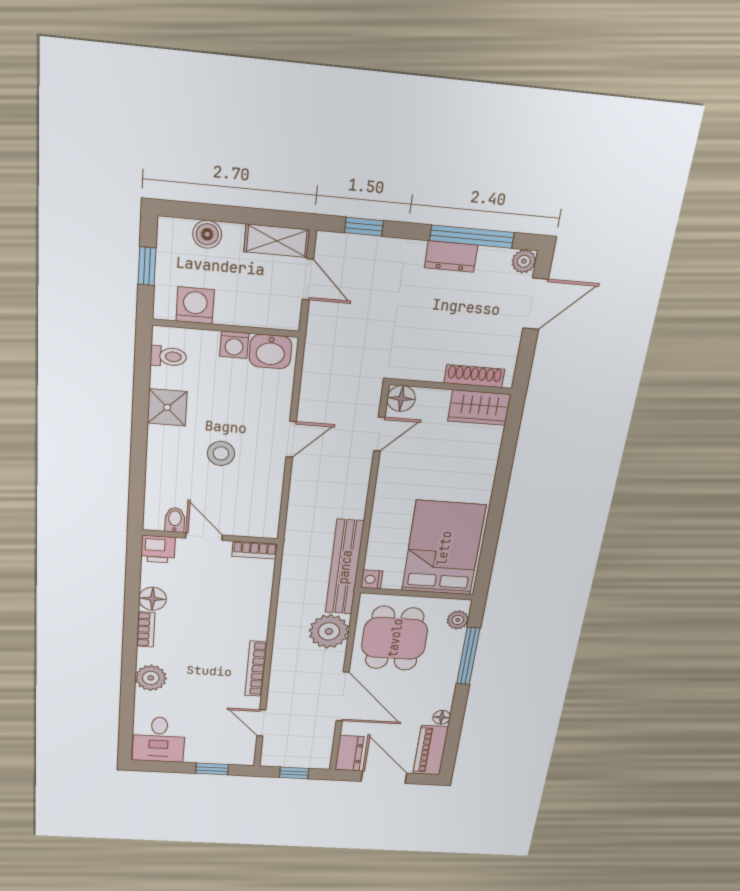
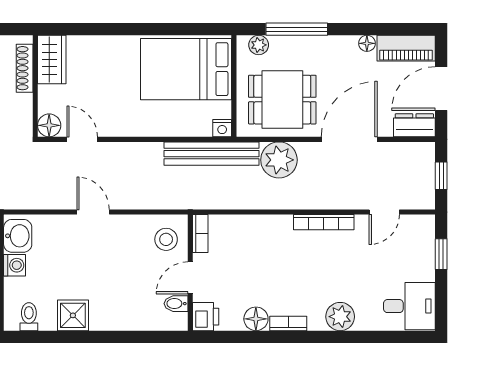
stool: (221, 453) -> (166, 239), moved

